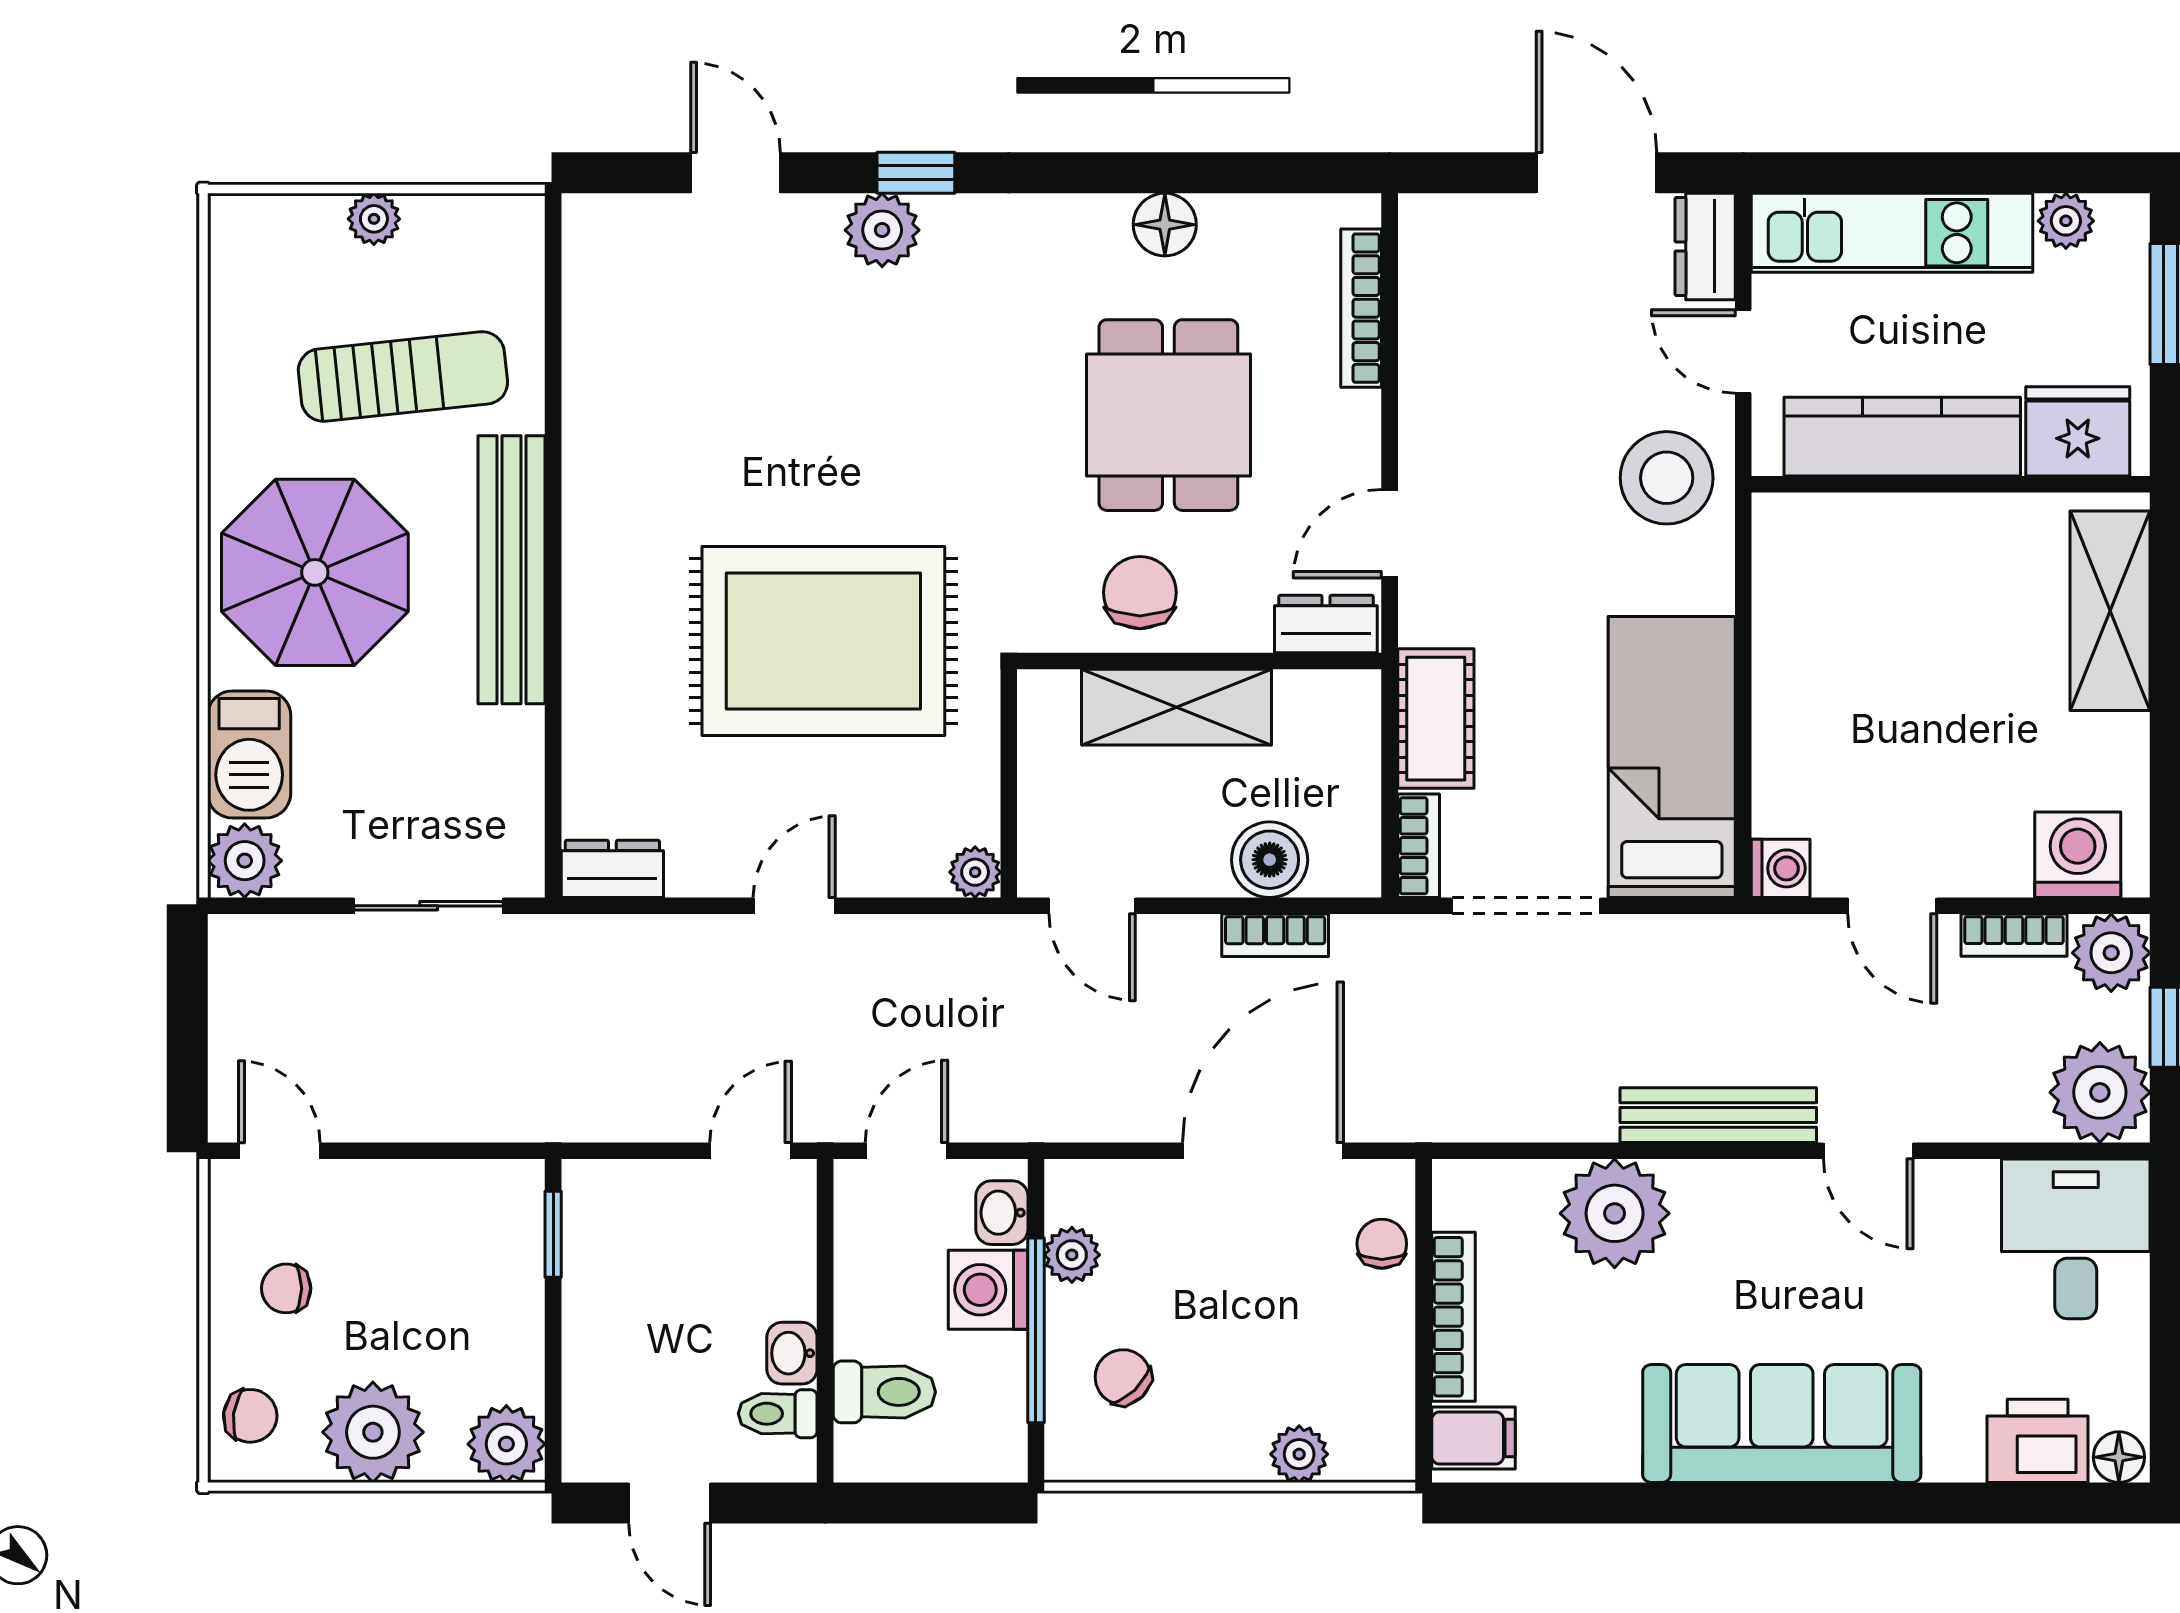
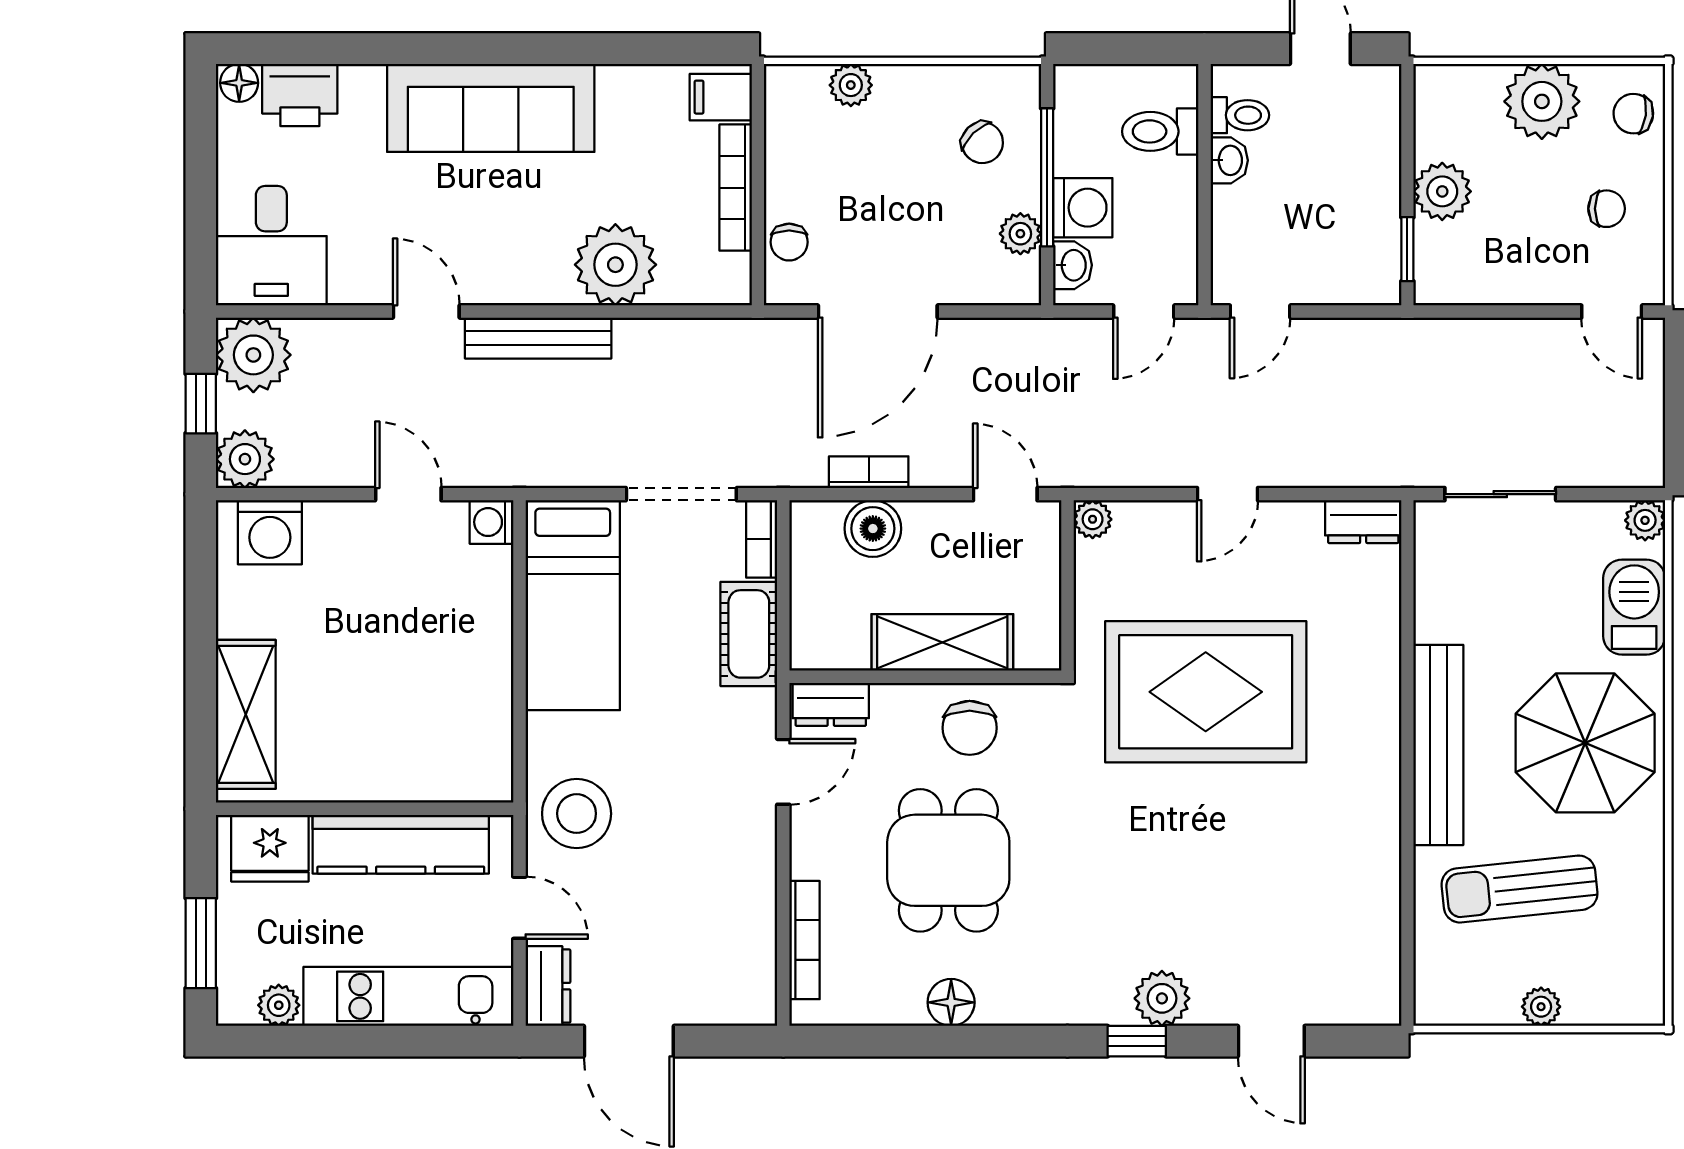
plant: (245, 861) -> (1645, 520), width x0.73, depth x0.73
bookcase: (2014, 935) -> (317, 472), removed
plant: (506, 1444) -> (1442, 191), moved

